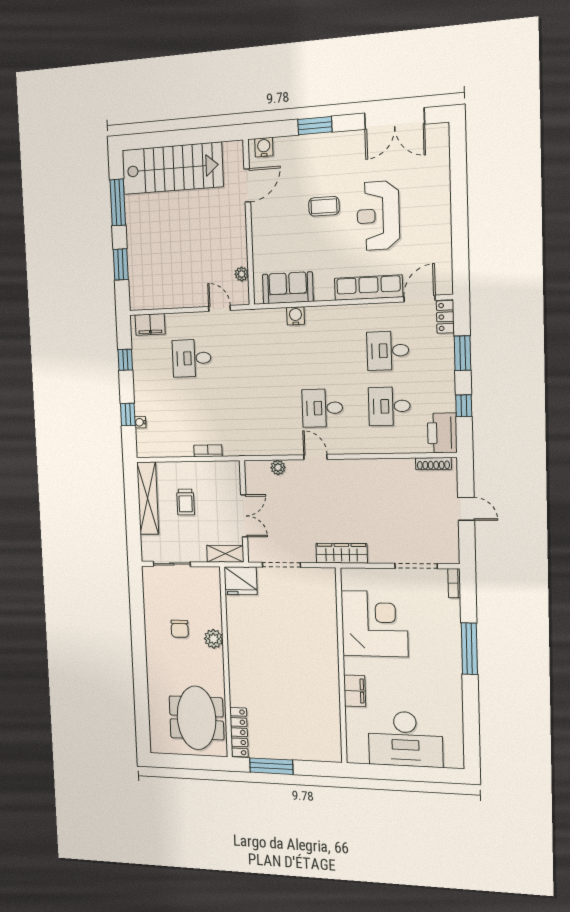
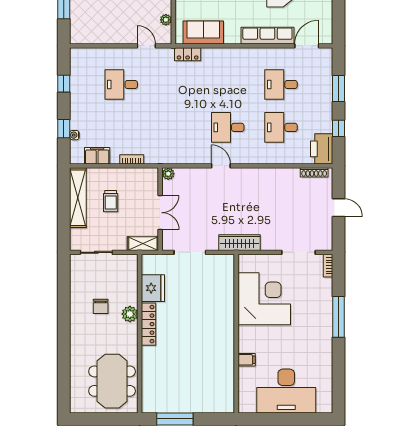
water cooler: (296, 316) -> (209, 55), removed
locker: (445, 317) -> (188, 54), moved, turned -90
filing cabinet: (150, 324) -> (97, 156), moved, turned 180
plant: (278, 467) -> (168, 174), moved
fridge: (241, 581) -> (153, 288), moved, turned -90
filing cabinet: (355, 691) -> (247, 360), width x0.50
locker: (239, 732) -> (148, 324), moved

